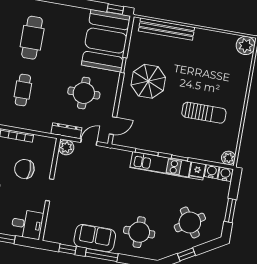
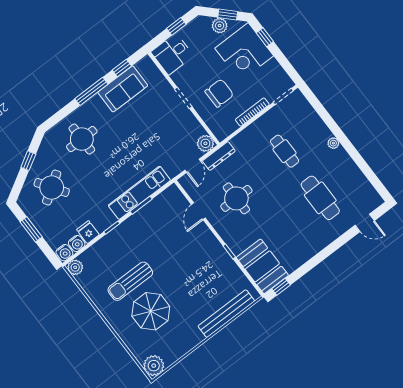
booth: (106, 41) -> (262, 266), width x0.73, depth x0.70
parasol: (148, 81) -> (151, 311), moved
door: (113, 126) -> (198, 211), moved
kitchen unit: (160, 165) -> (139, 193), moved
sofa: (95, 238) -> (123, 89), moved

